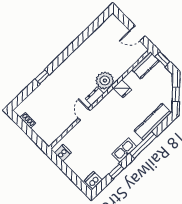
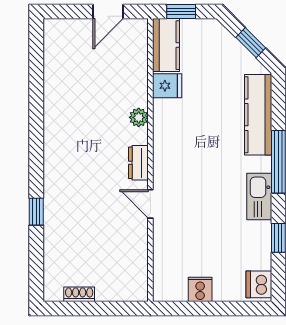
plant: (105, 80) -> (139, 117), width x0.53, depth x0.53
fridge: (122, 89) -> (167, 86), moved
cooker: (63, 153) -> (200, 289), moved

